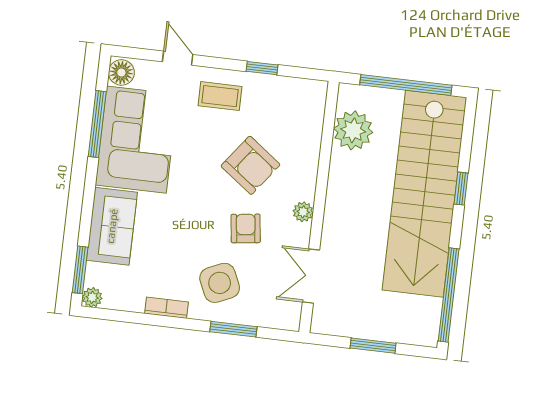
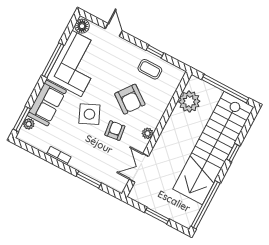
coffee table: (220, 96) -> (150, 69), moved
window: (97, 124) -> (53, 60), moved
side table: (220, 283) -> (89, 114), moved
plant: (92, 297) -> (29, 124), moved

